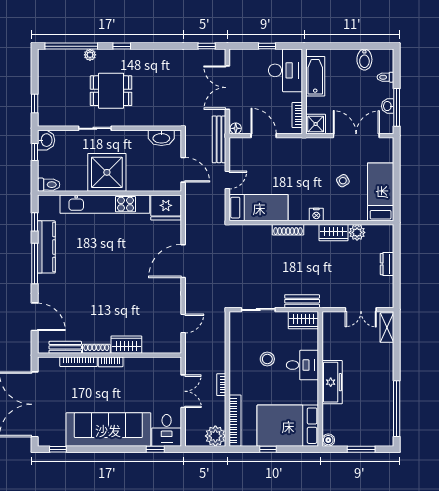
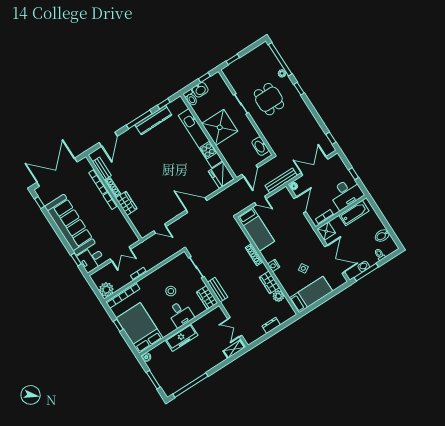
washbasin: (46, 140) -> (200, 90), moved

